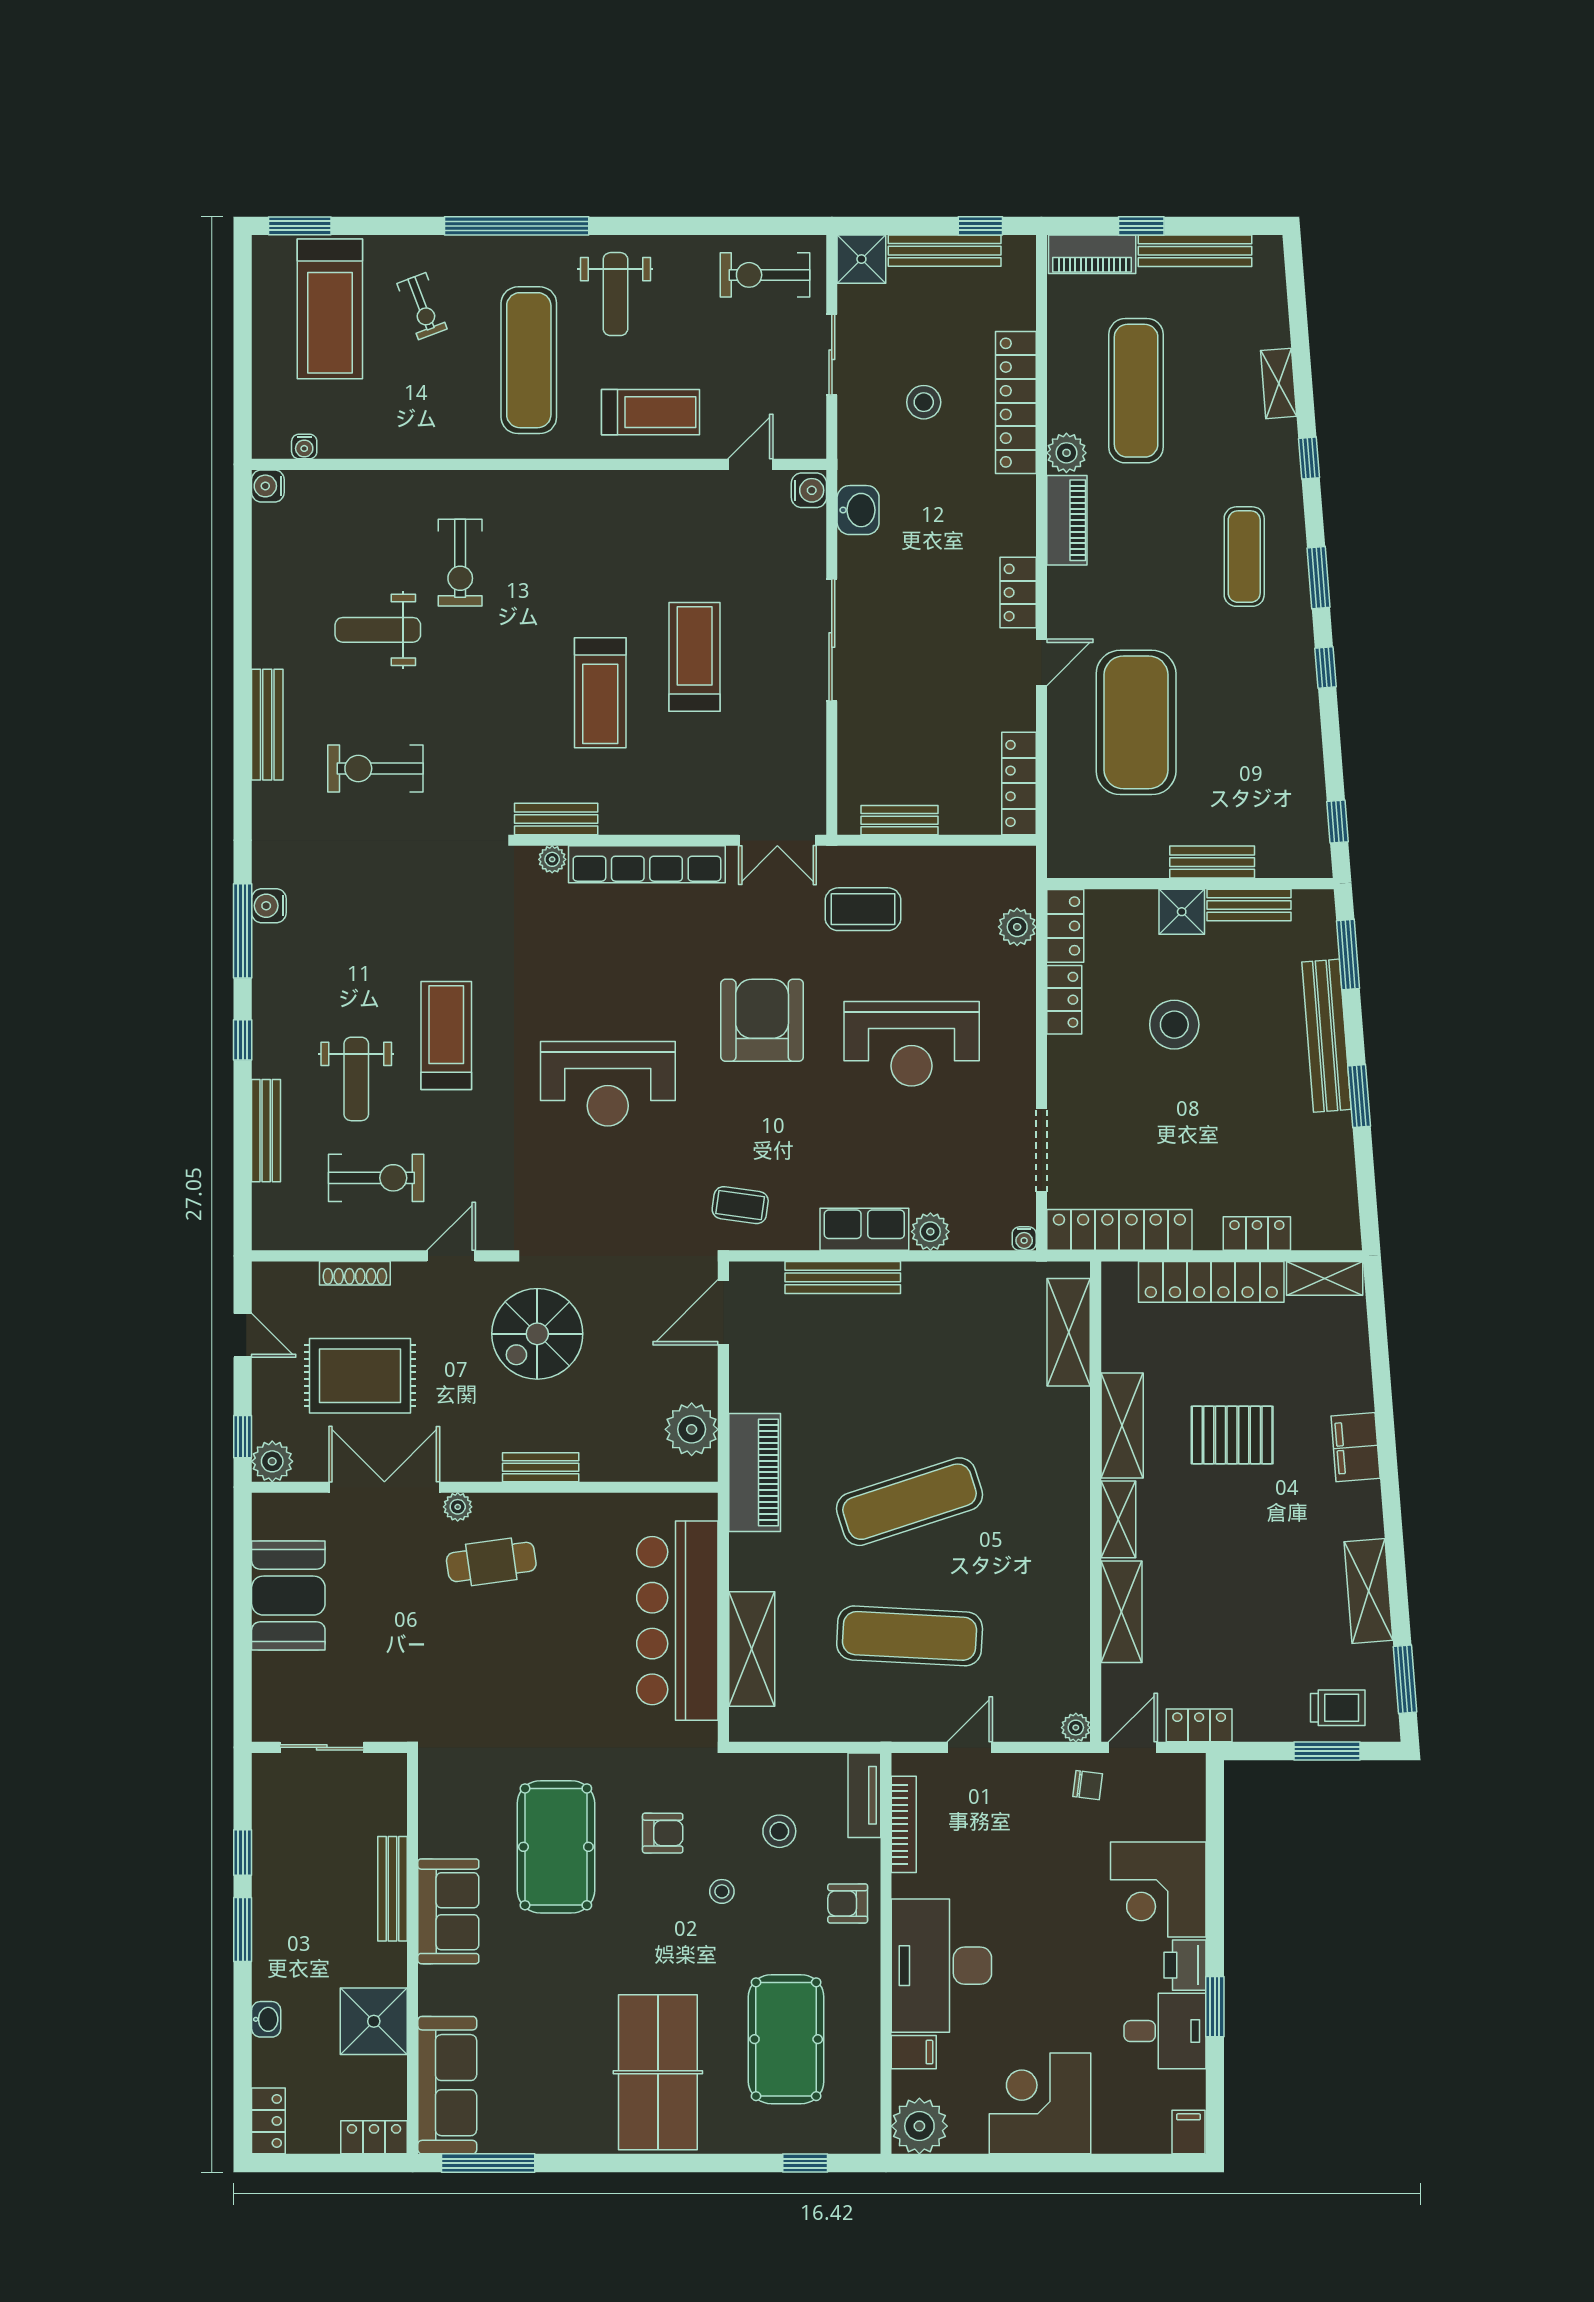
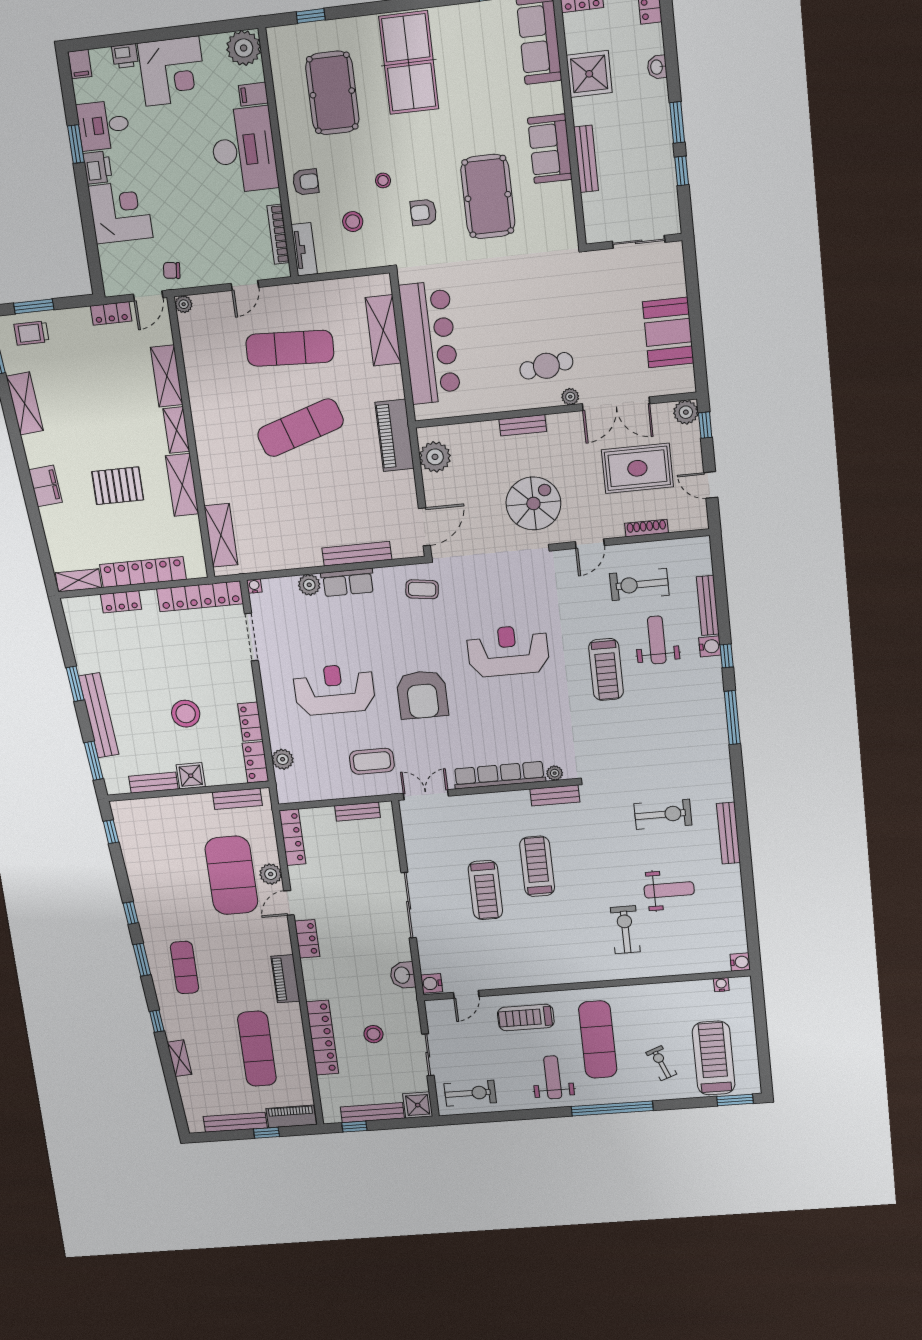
plant: (1066, 453) -> (271, 874), moved
bench: (1212, 862) -> (237, 799), moved
water cooler: (269, 906) -> (710, 646), moved
printer: (1113, 2136) -> (125, 56), added

